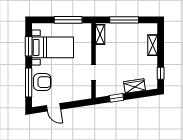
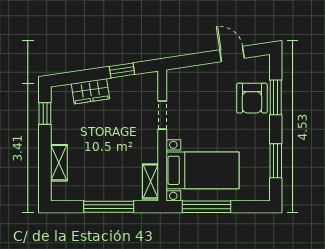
bed with nightstands: (53, 47) -> (202, 170), moved, turned 180
window: (29, 82) -> (276, 97), width x0.69
armchair: (42, 82) -> (252, 98), turned -90

